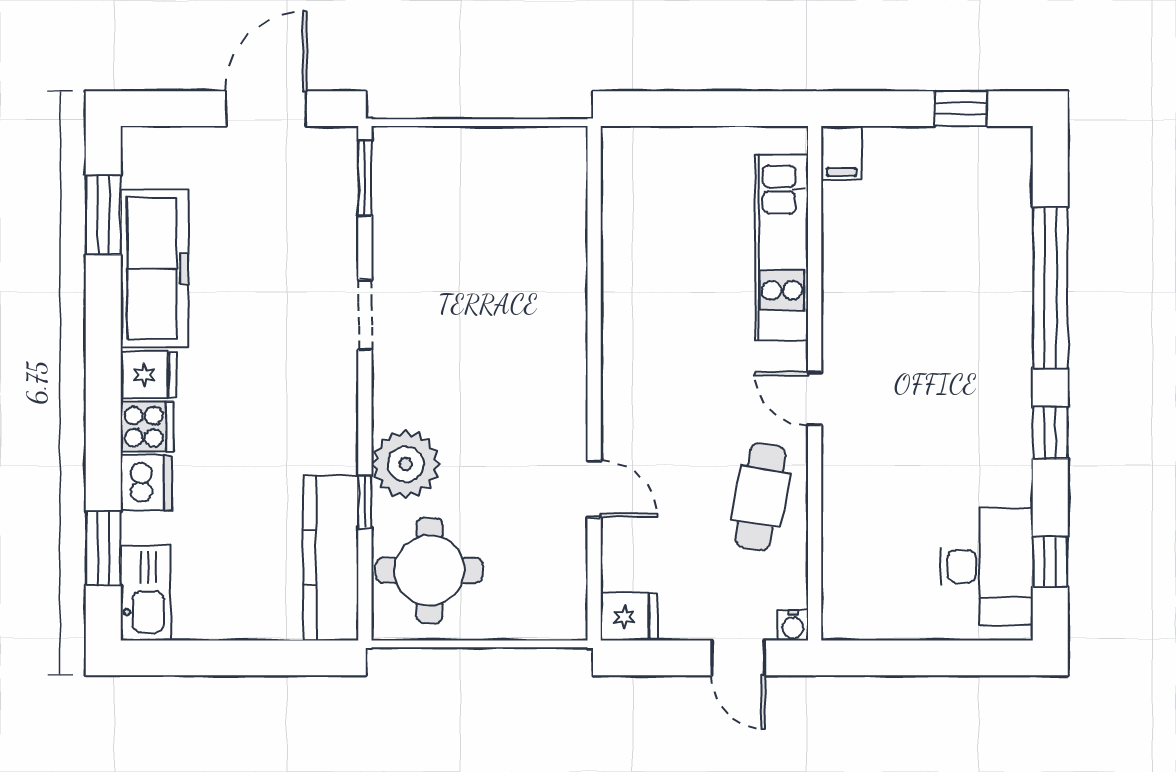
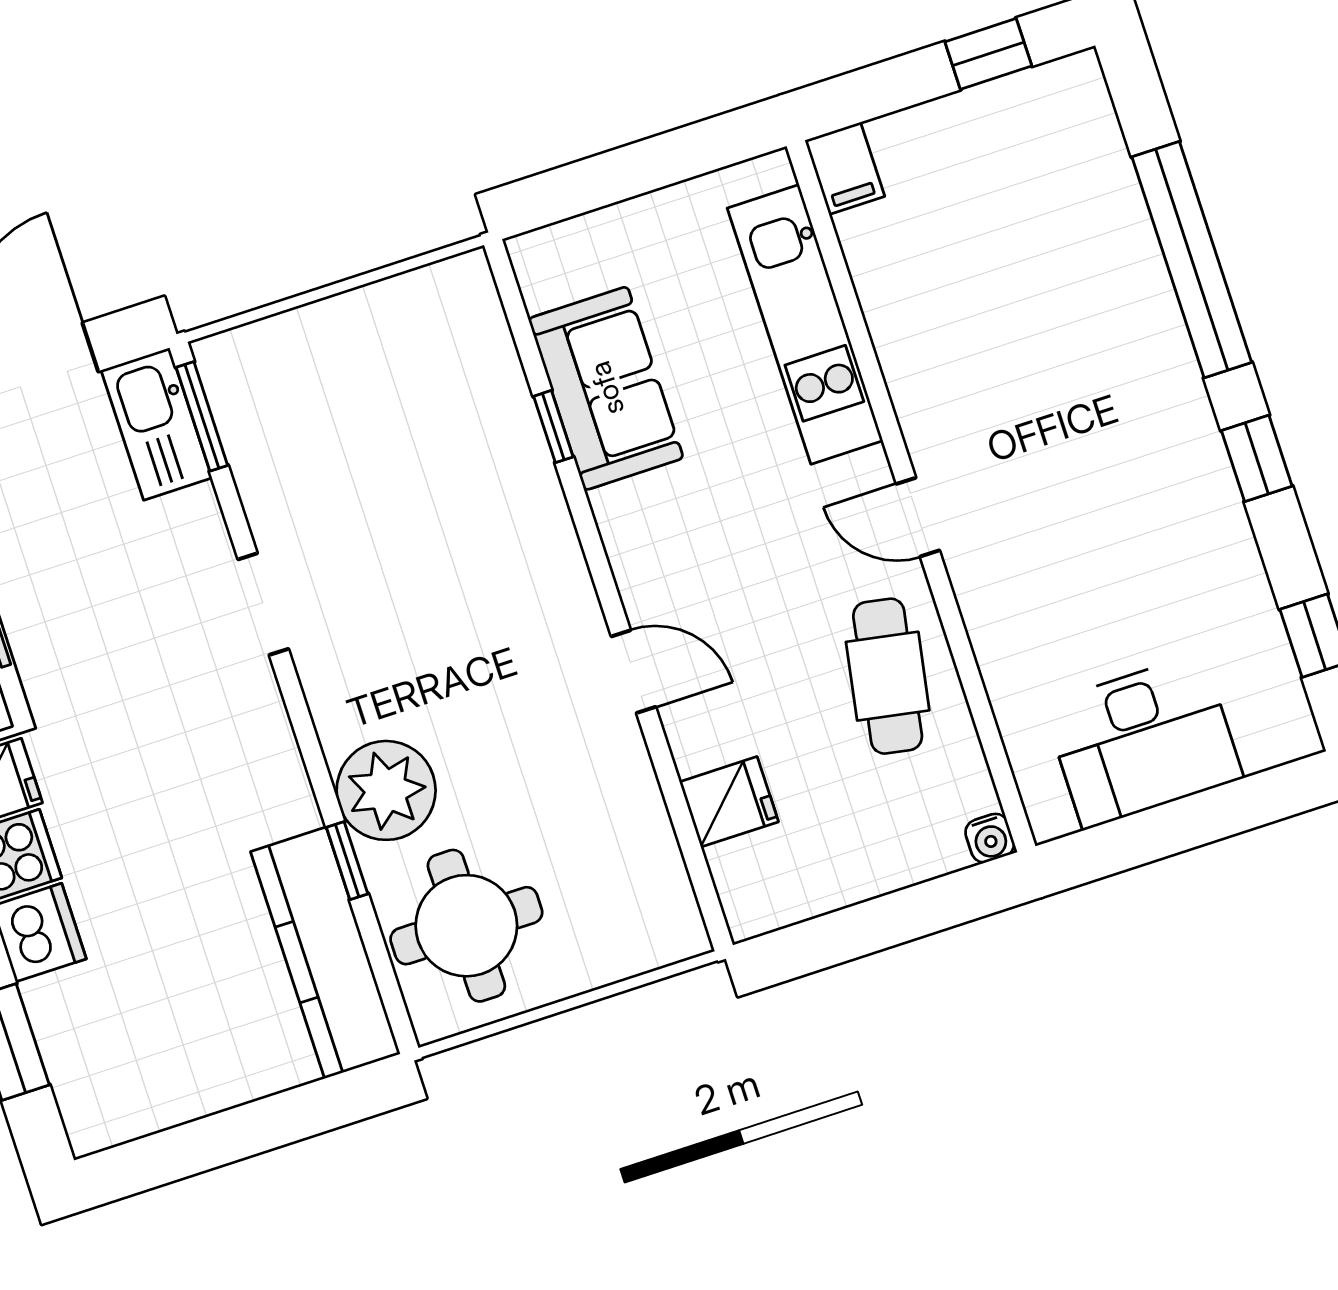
sofa: (637, 247) -> (606, 388), added
window: (594, 260) -> (553, 427), added
door: (594, 489) -> (633, 672), moved
desk: (987, 566) -> (1143, 741), moved, turned 90
kitchen sink: (146, 593) -> (157, 424), moved, turned 180
fridge: (629, 617) -> (729, 802), moved
door: (738, 658) -> (929, 907), removed

